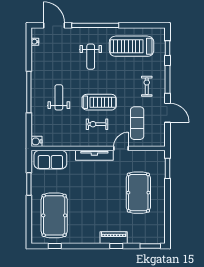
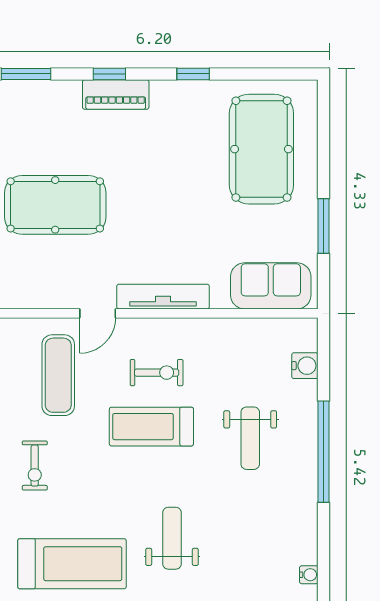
water cooler: (36, 141) -> (305, 366), moved
pool table: (138, 193) -> (55, 205), turned 90
window: (55, 246) -> (193, 74), moved

